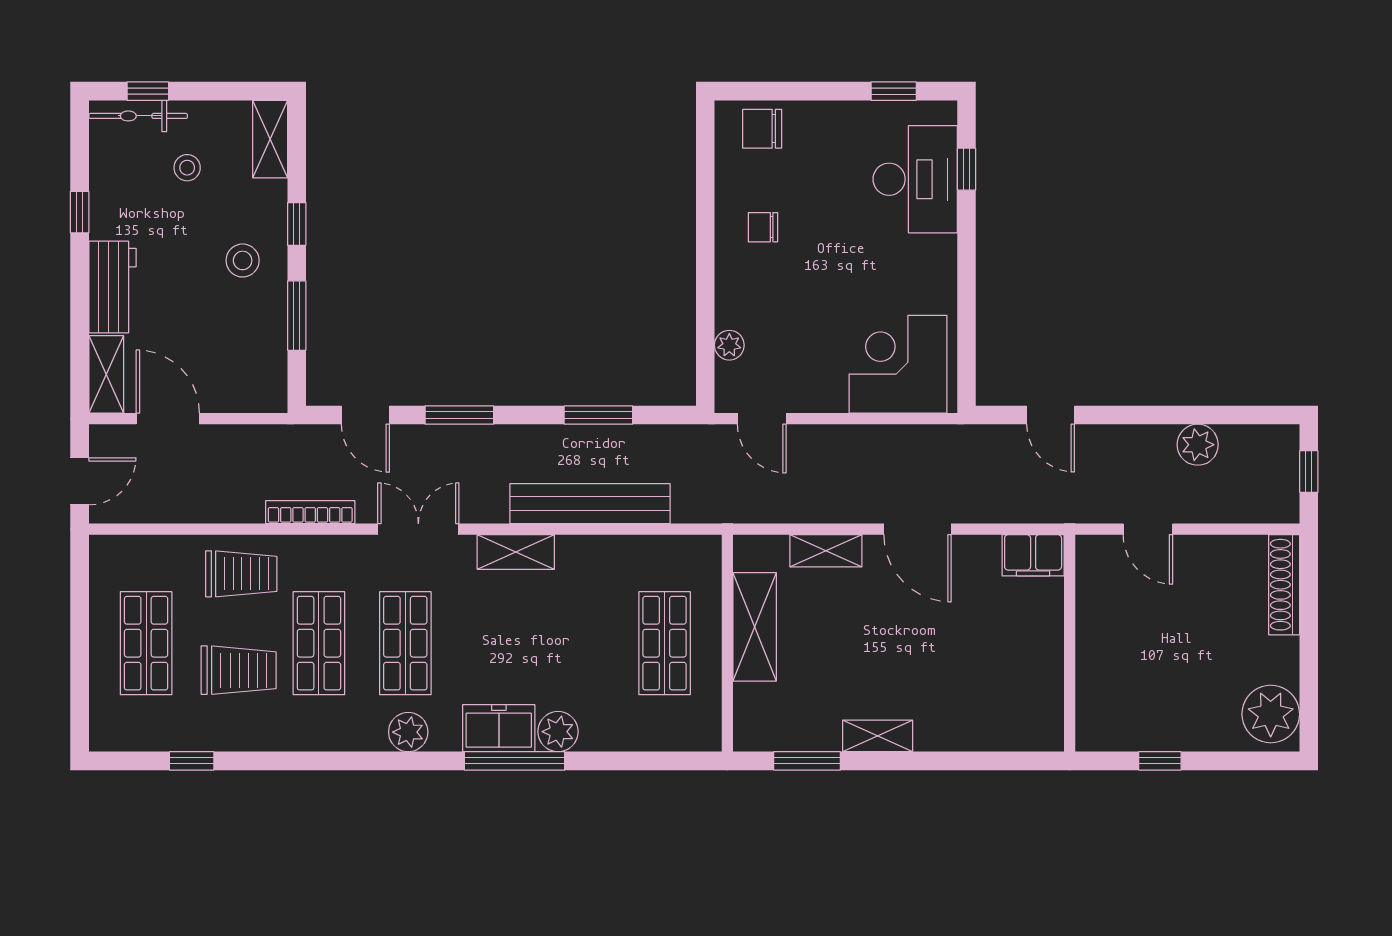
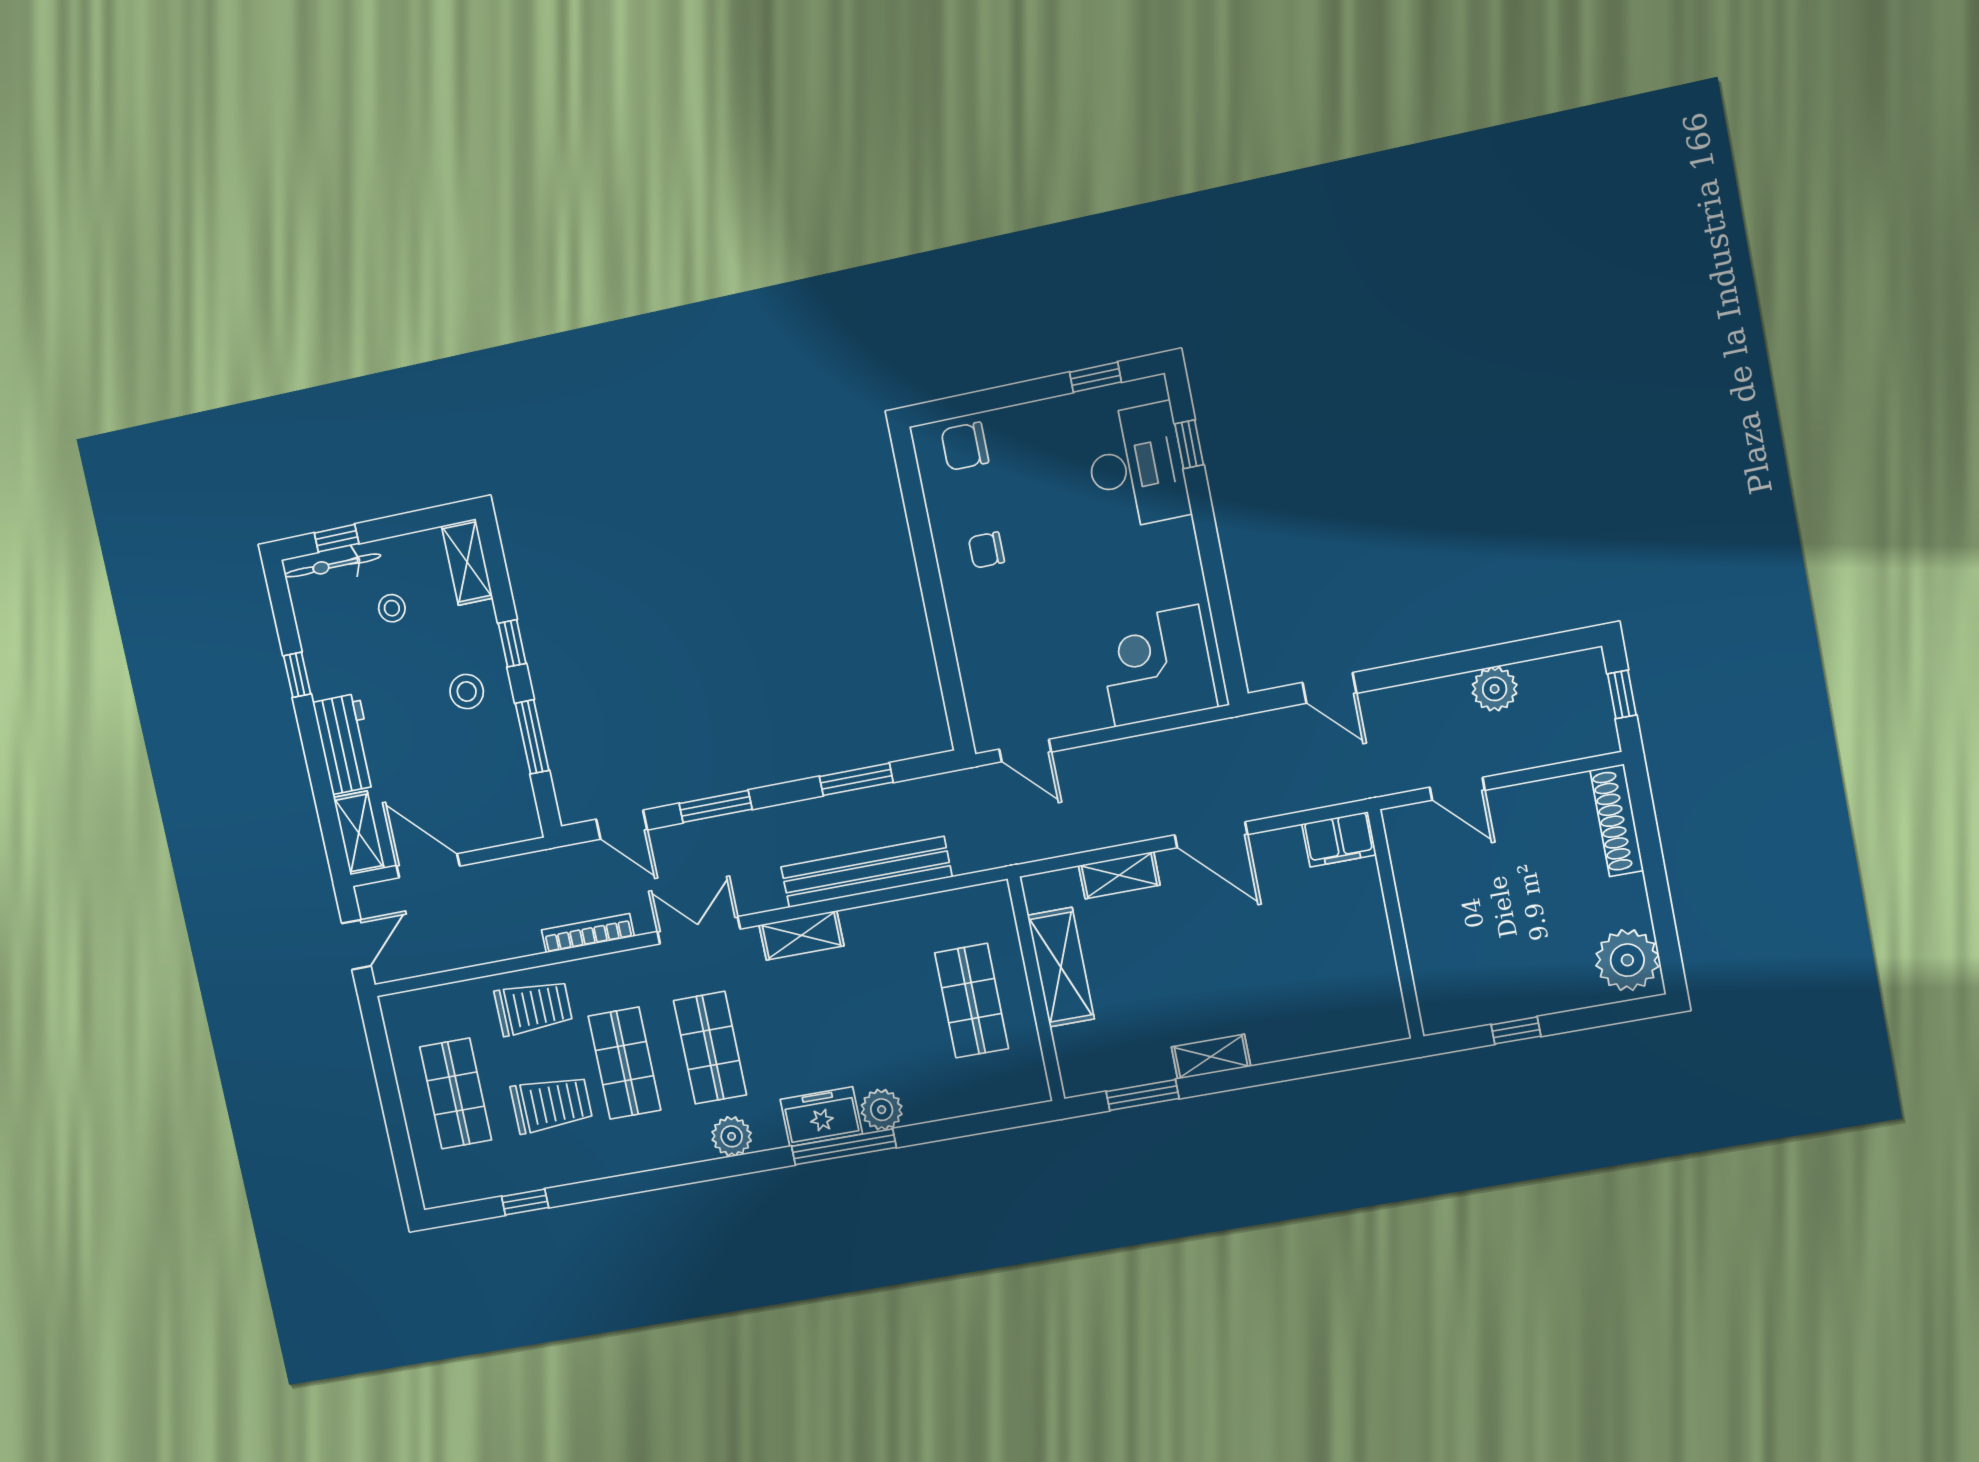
plant: (729, 345) -> (976, 681), removed

